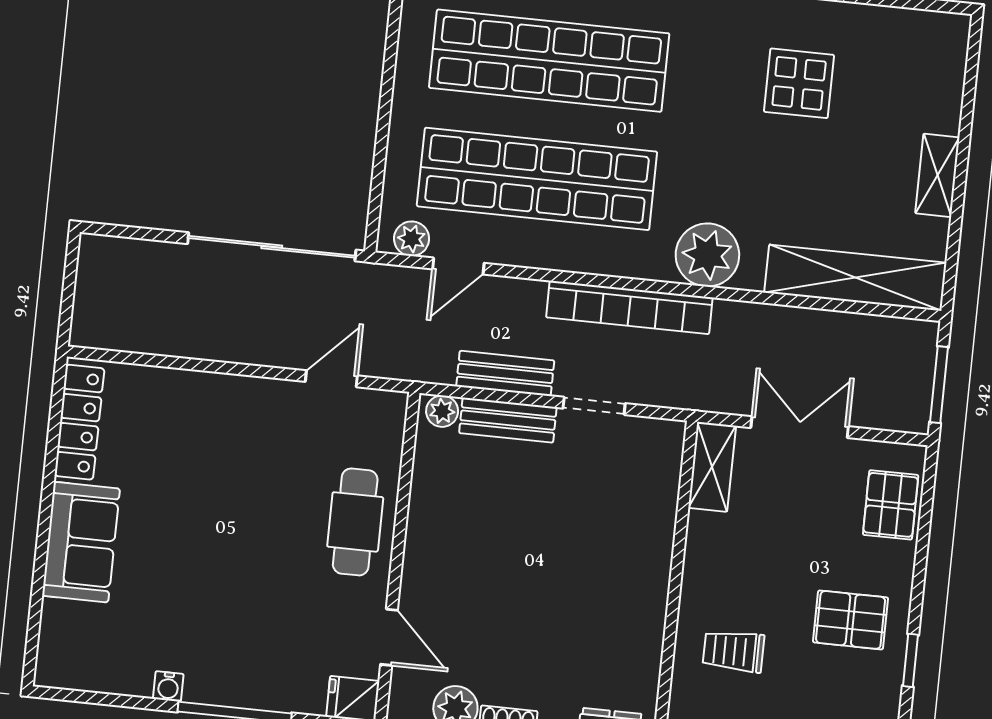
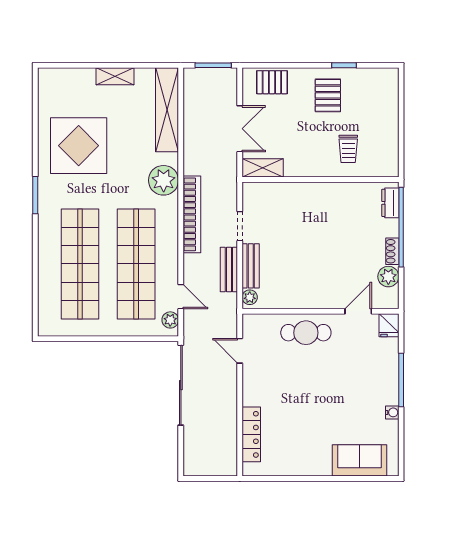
display table: (799, 83) -> (79, 146), width x1.86, depth x1.86
locker: (79, 422) -> (251, 434), moved, turned 90
double door: (800, 427) -> (240, 129), swing flipped
sofa: (81, 542) -> (360, 460), moved

